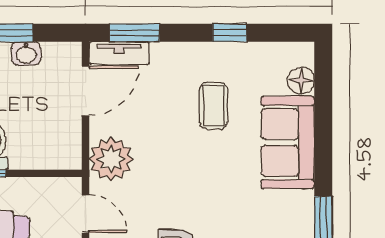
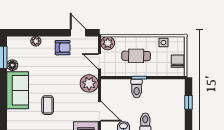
floor lamp: (301, 80) -> (12, 65), moved
door: (85, 91) -> (99, 111), swing flipped

